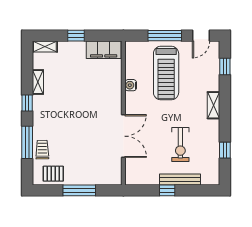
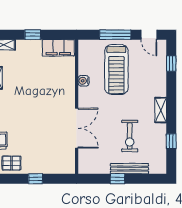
door: (201, 36) -> (149, 35), hinge flipped
shelving: (214, 105) -> (161, 110), moved
window: (79, 190) -> (36, 179), width x0.46

